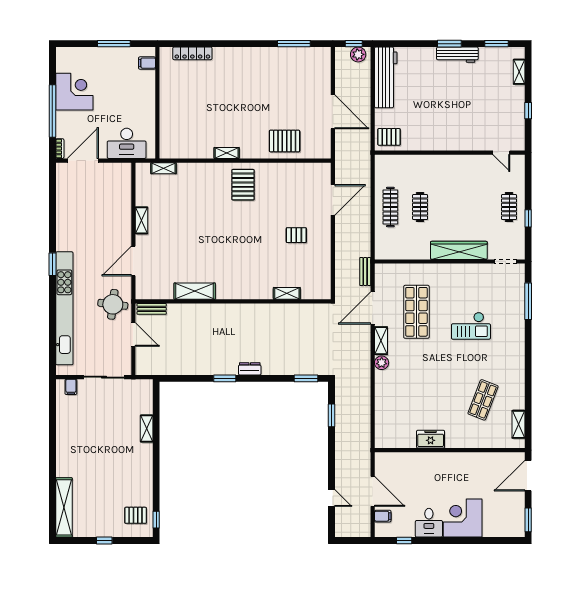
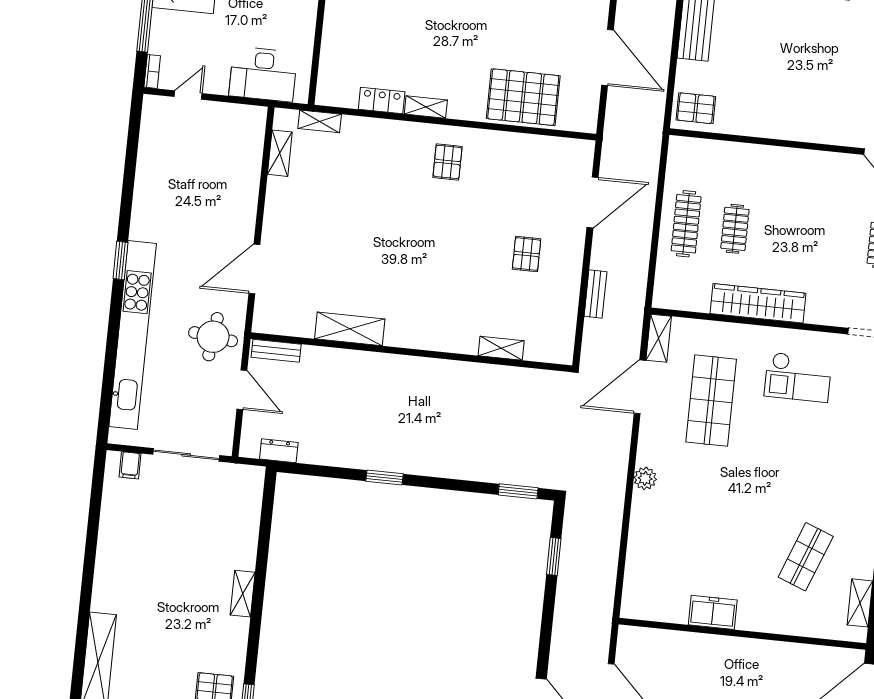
pallet: (285, 141) -> (523, 97), width x1.37, depth x1.41
locker: (200, 152) -> (382, 100), added
door: (83, 161) -> (188, 95), width x0.53
pallet: (243, 185) -> (447, 162), width x0.67, depth x0.71
shelving: (142, 220) -> (280, 153), moved
pallet: (296, 235) -> (527, 254), turned 90
wardrobe: (459, 250) -> (758, 303), moved
bench: (365, 272) -> (595, 294), moved
checkout: (471, 326) -> (798, 377), moved
shelving: (381, 341) -> (659, 338), moved
dresser: (250, 369) -> (279, 451), moved
shelving: (147, 429) -> (243, 594), moved

